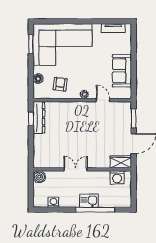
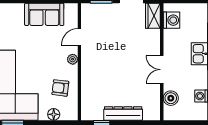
dresser: (39, 118) -> (123, 113), moved
boiler: (39, 177) -> (171, 98), moved

